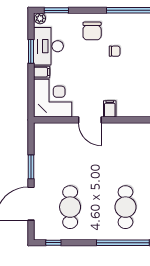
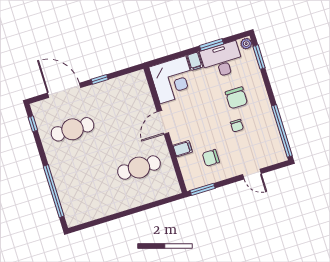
chair: (92, 31) -> (236, 98), moved, turned -90
chair: (137, 85) -> (211, 158), added
filing cabinet: (110, 109) -> (183, 149), moved
window: (31, 167) -> (100, 79), width x0.67
cafe table: (125, 207) -> (139, 168), moved

